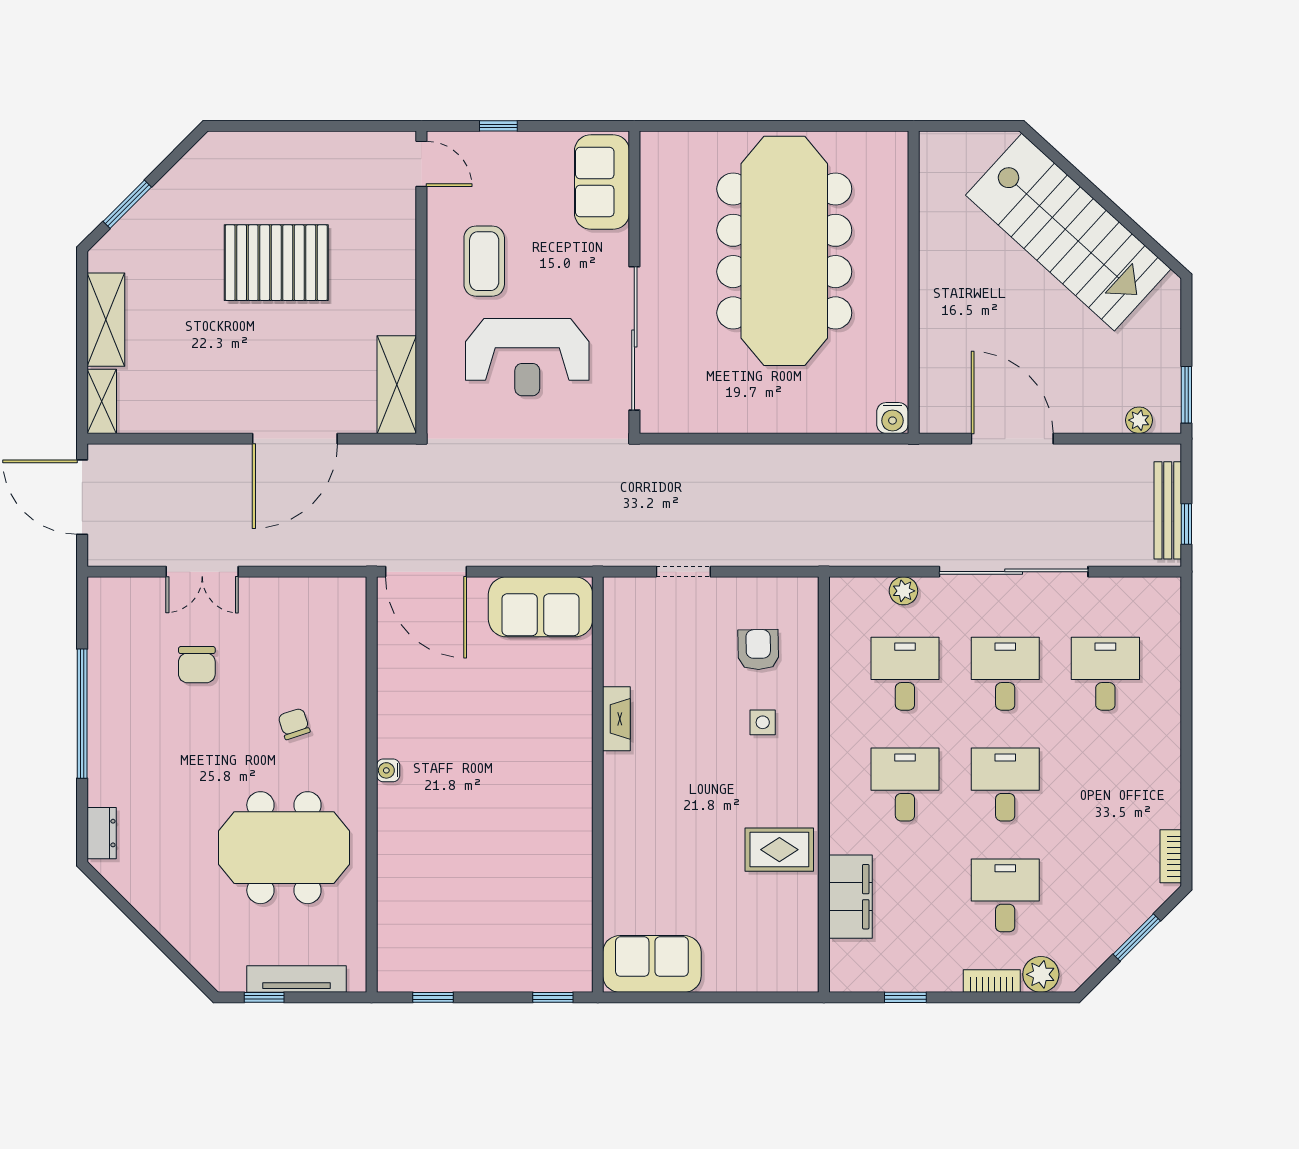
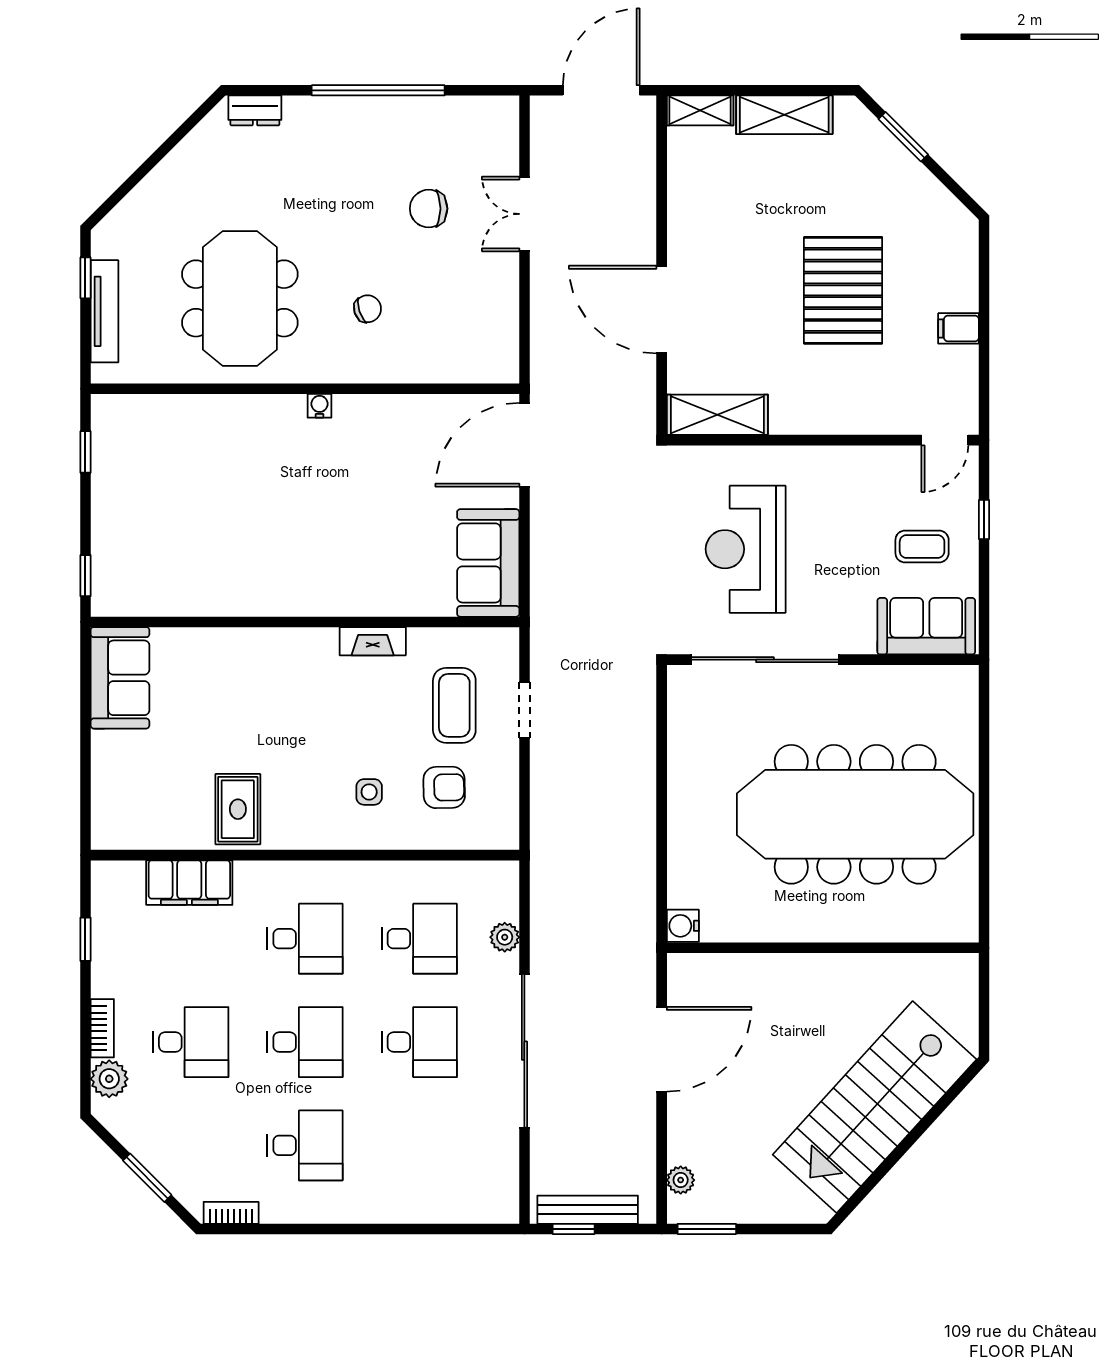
filing cabinet: (313, 151) -> (959, 328), added
coffee table: (484, 261) -> (922, 547), moved, width x0.73, depth x0.77
coffee table: (679, 640) -> (454, 705), added
desk: (1105, 674) -> (305, 1145), moved

